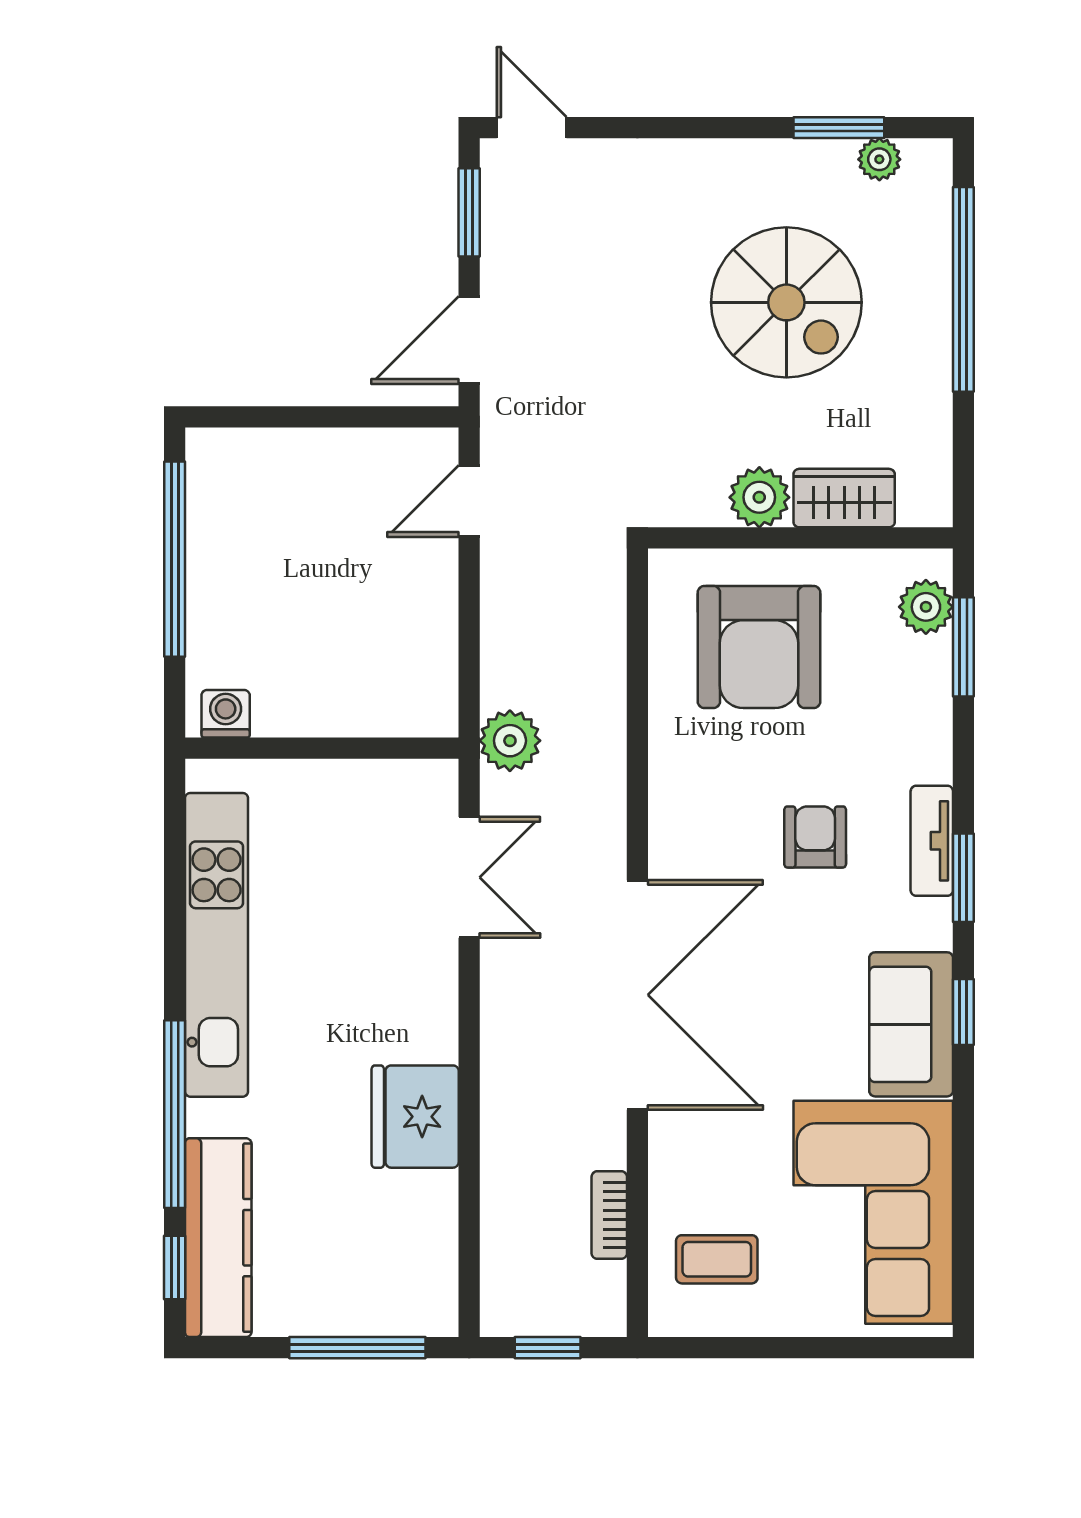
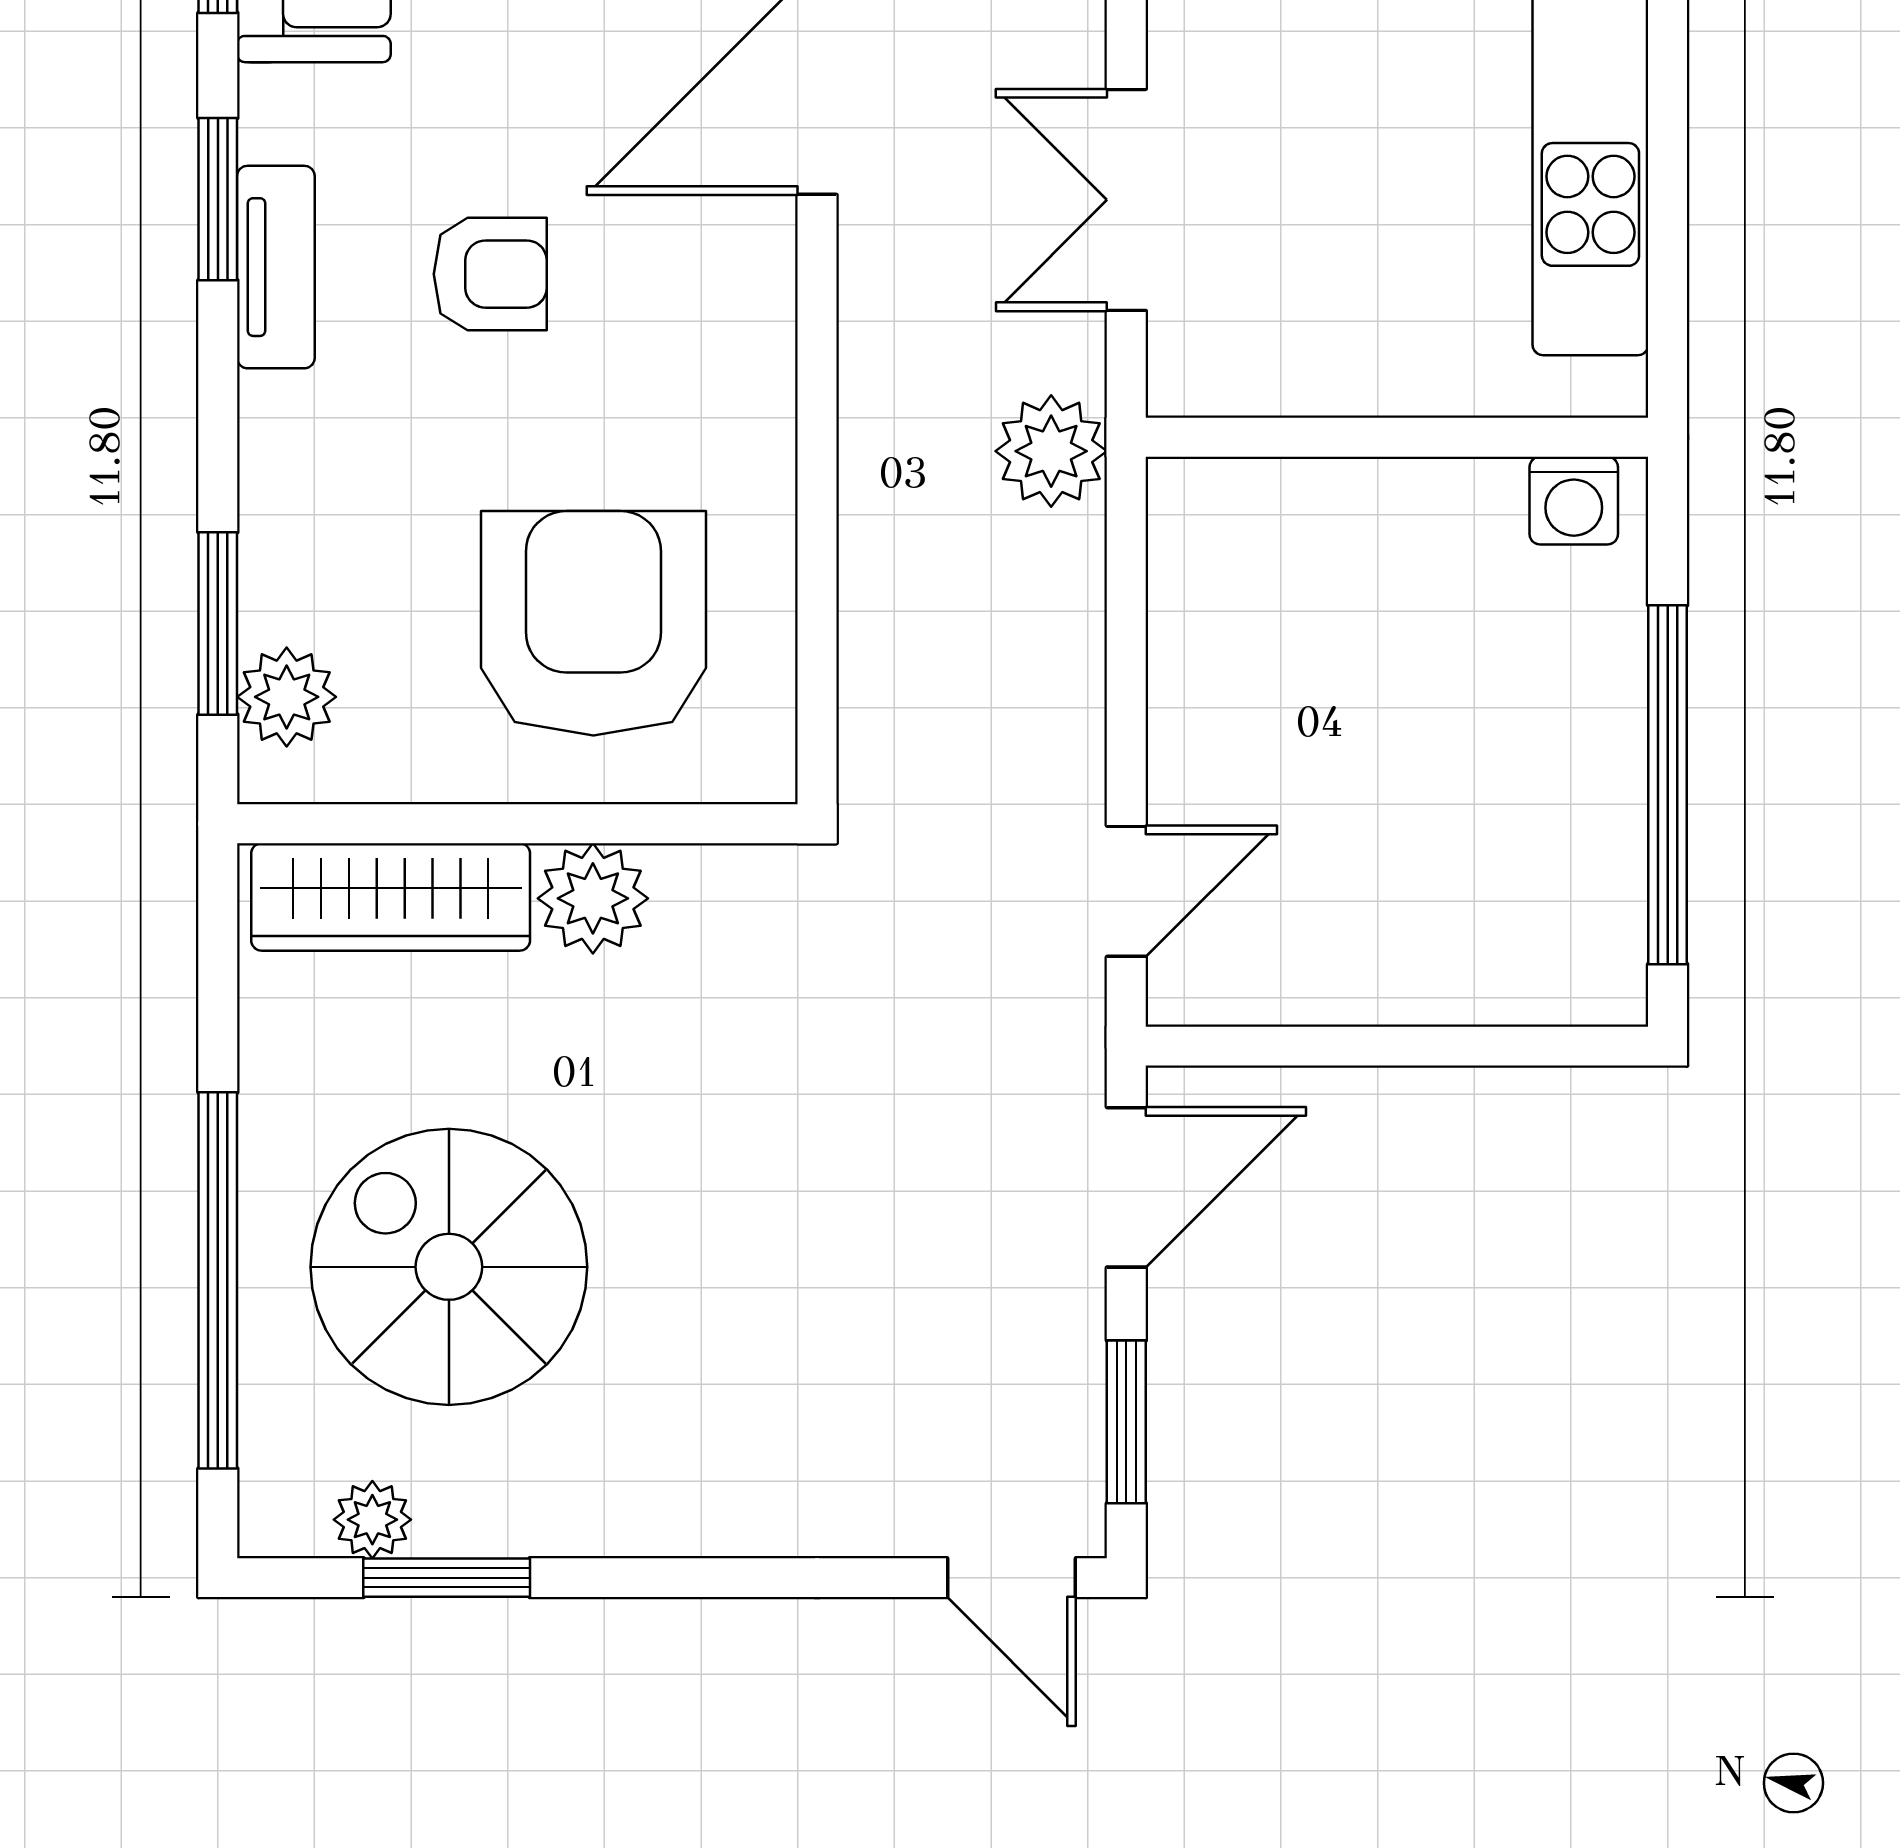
spiral stairs: (786, 302) -> (449, 1267), moved
wardrobe: (844, 498) -> (391, 897), width x1.50
armchair: (815, 837) -> (490, 274), turned -90

